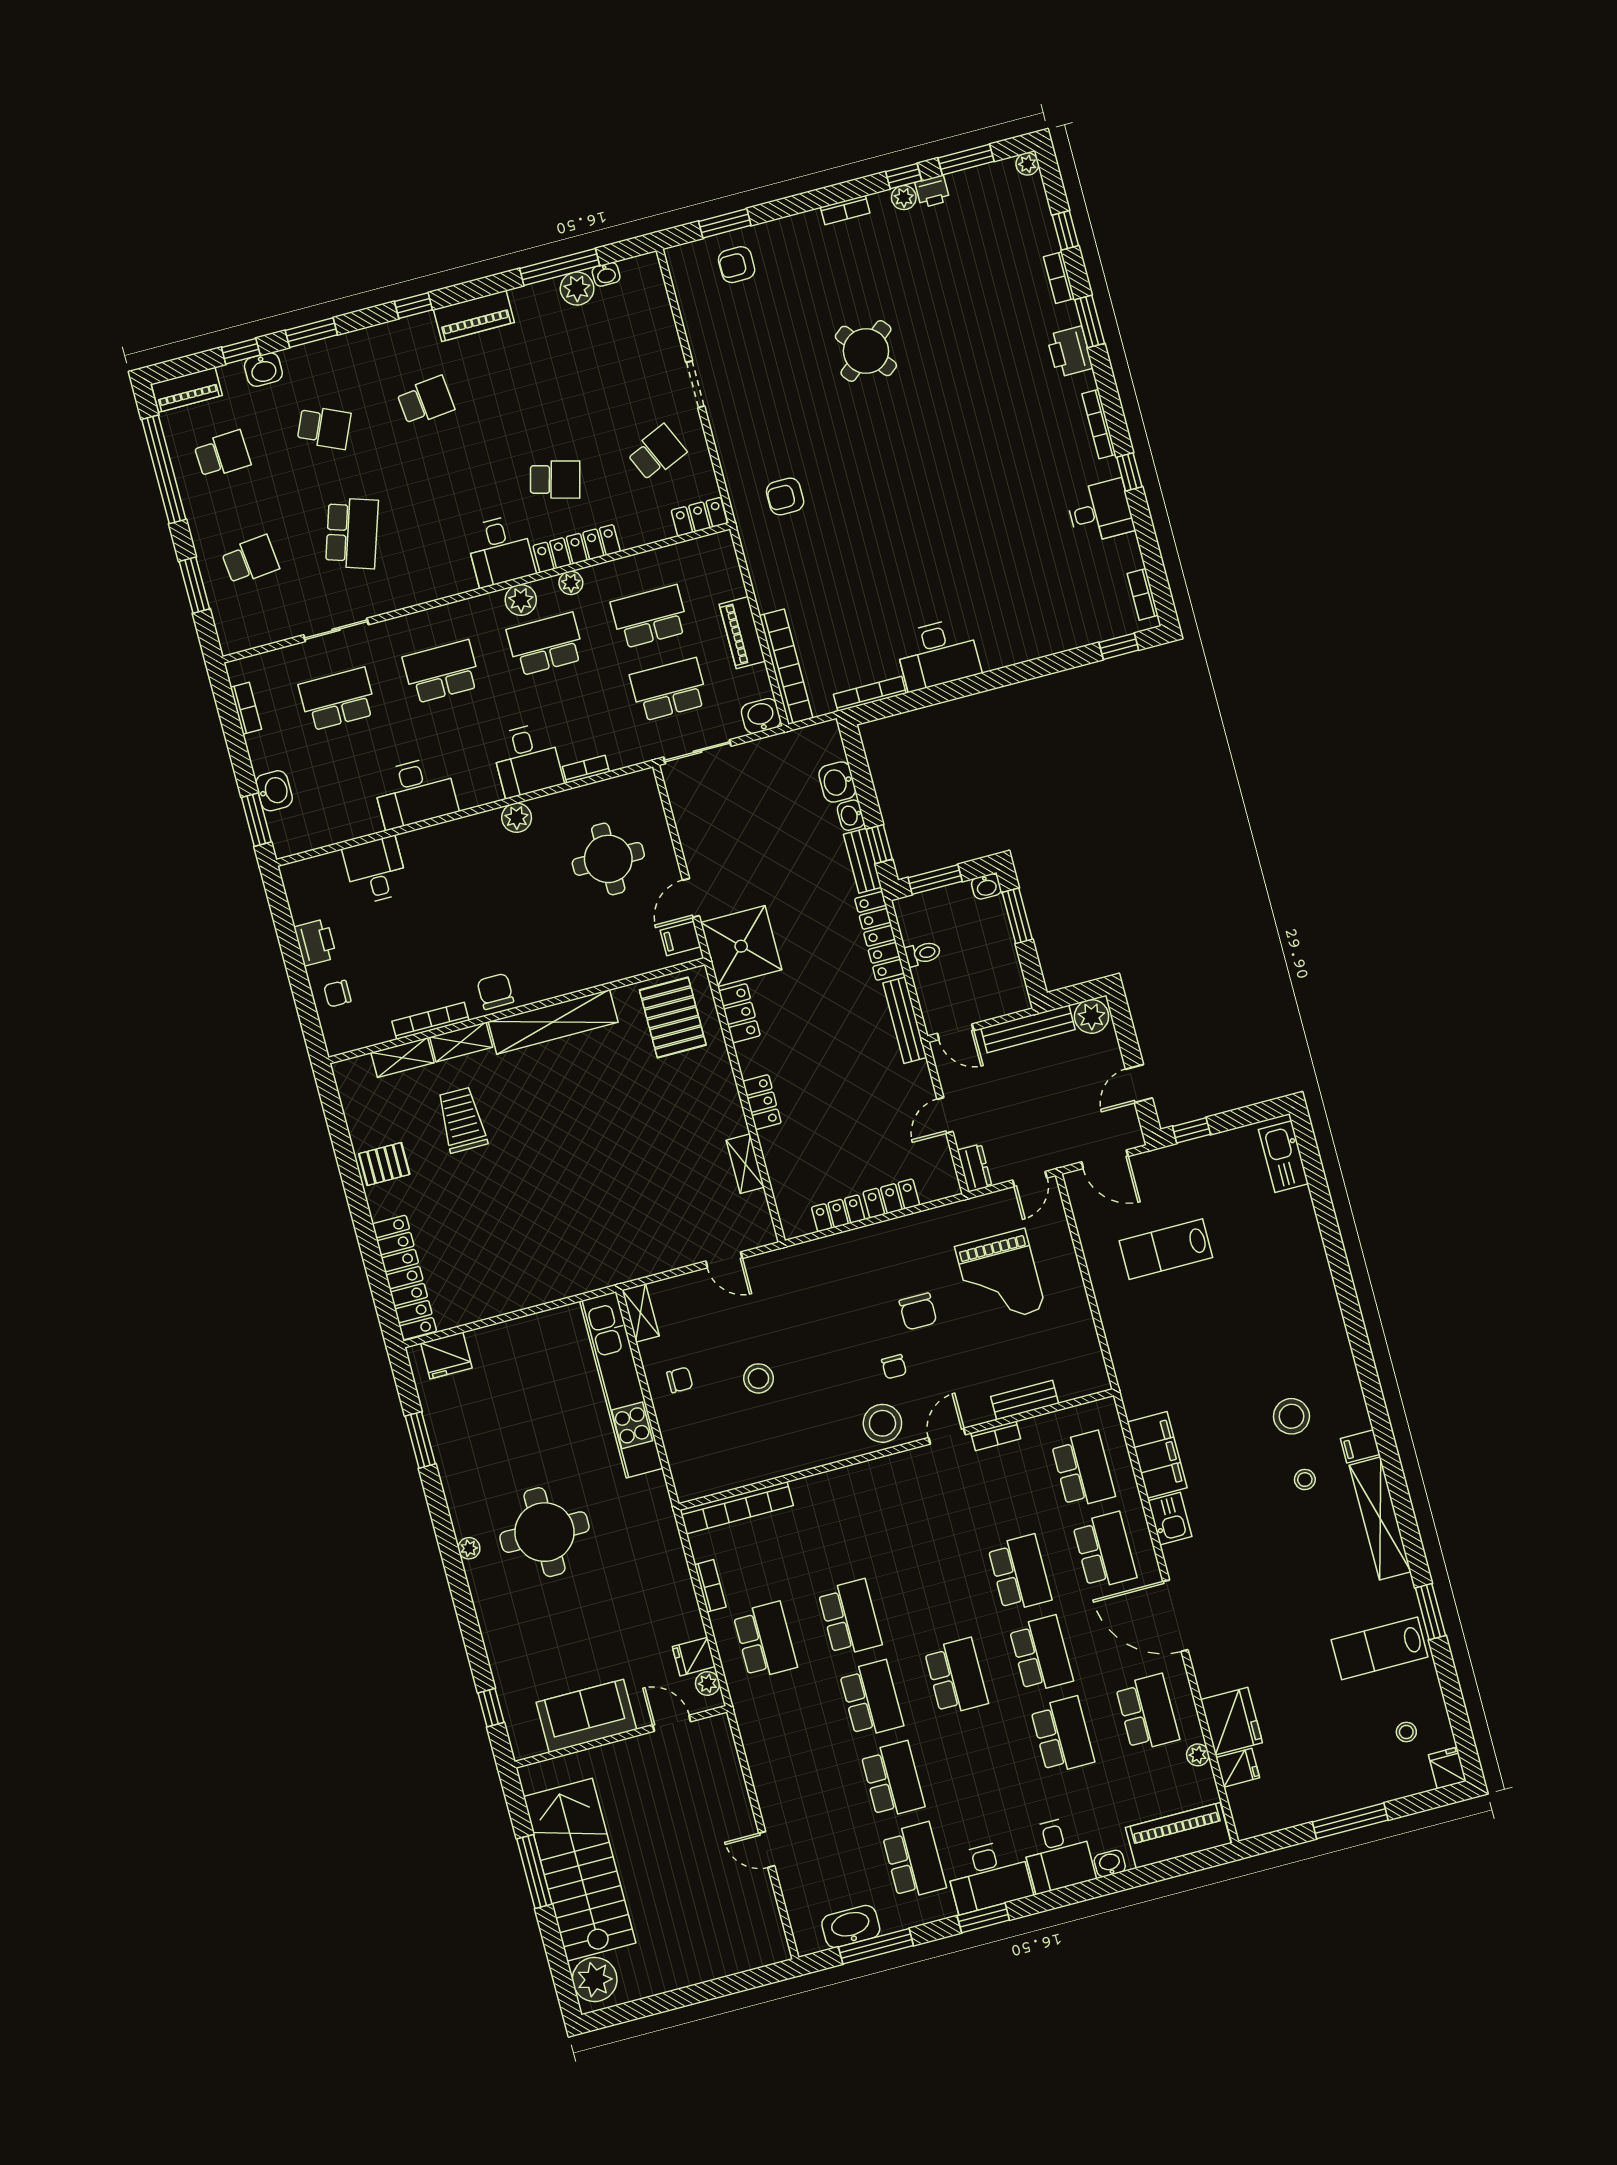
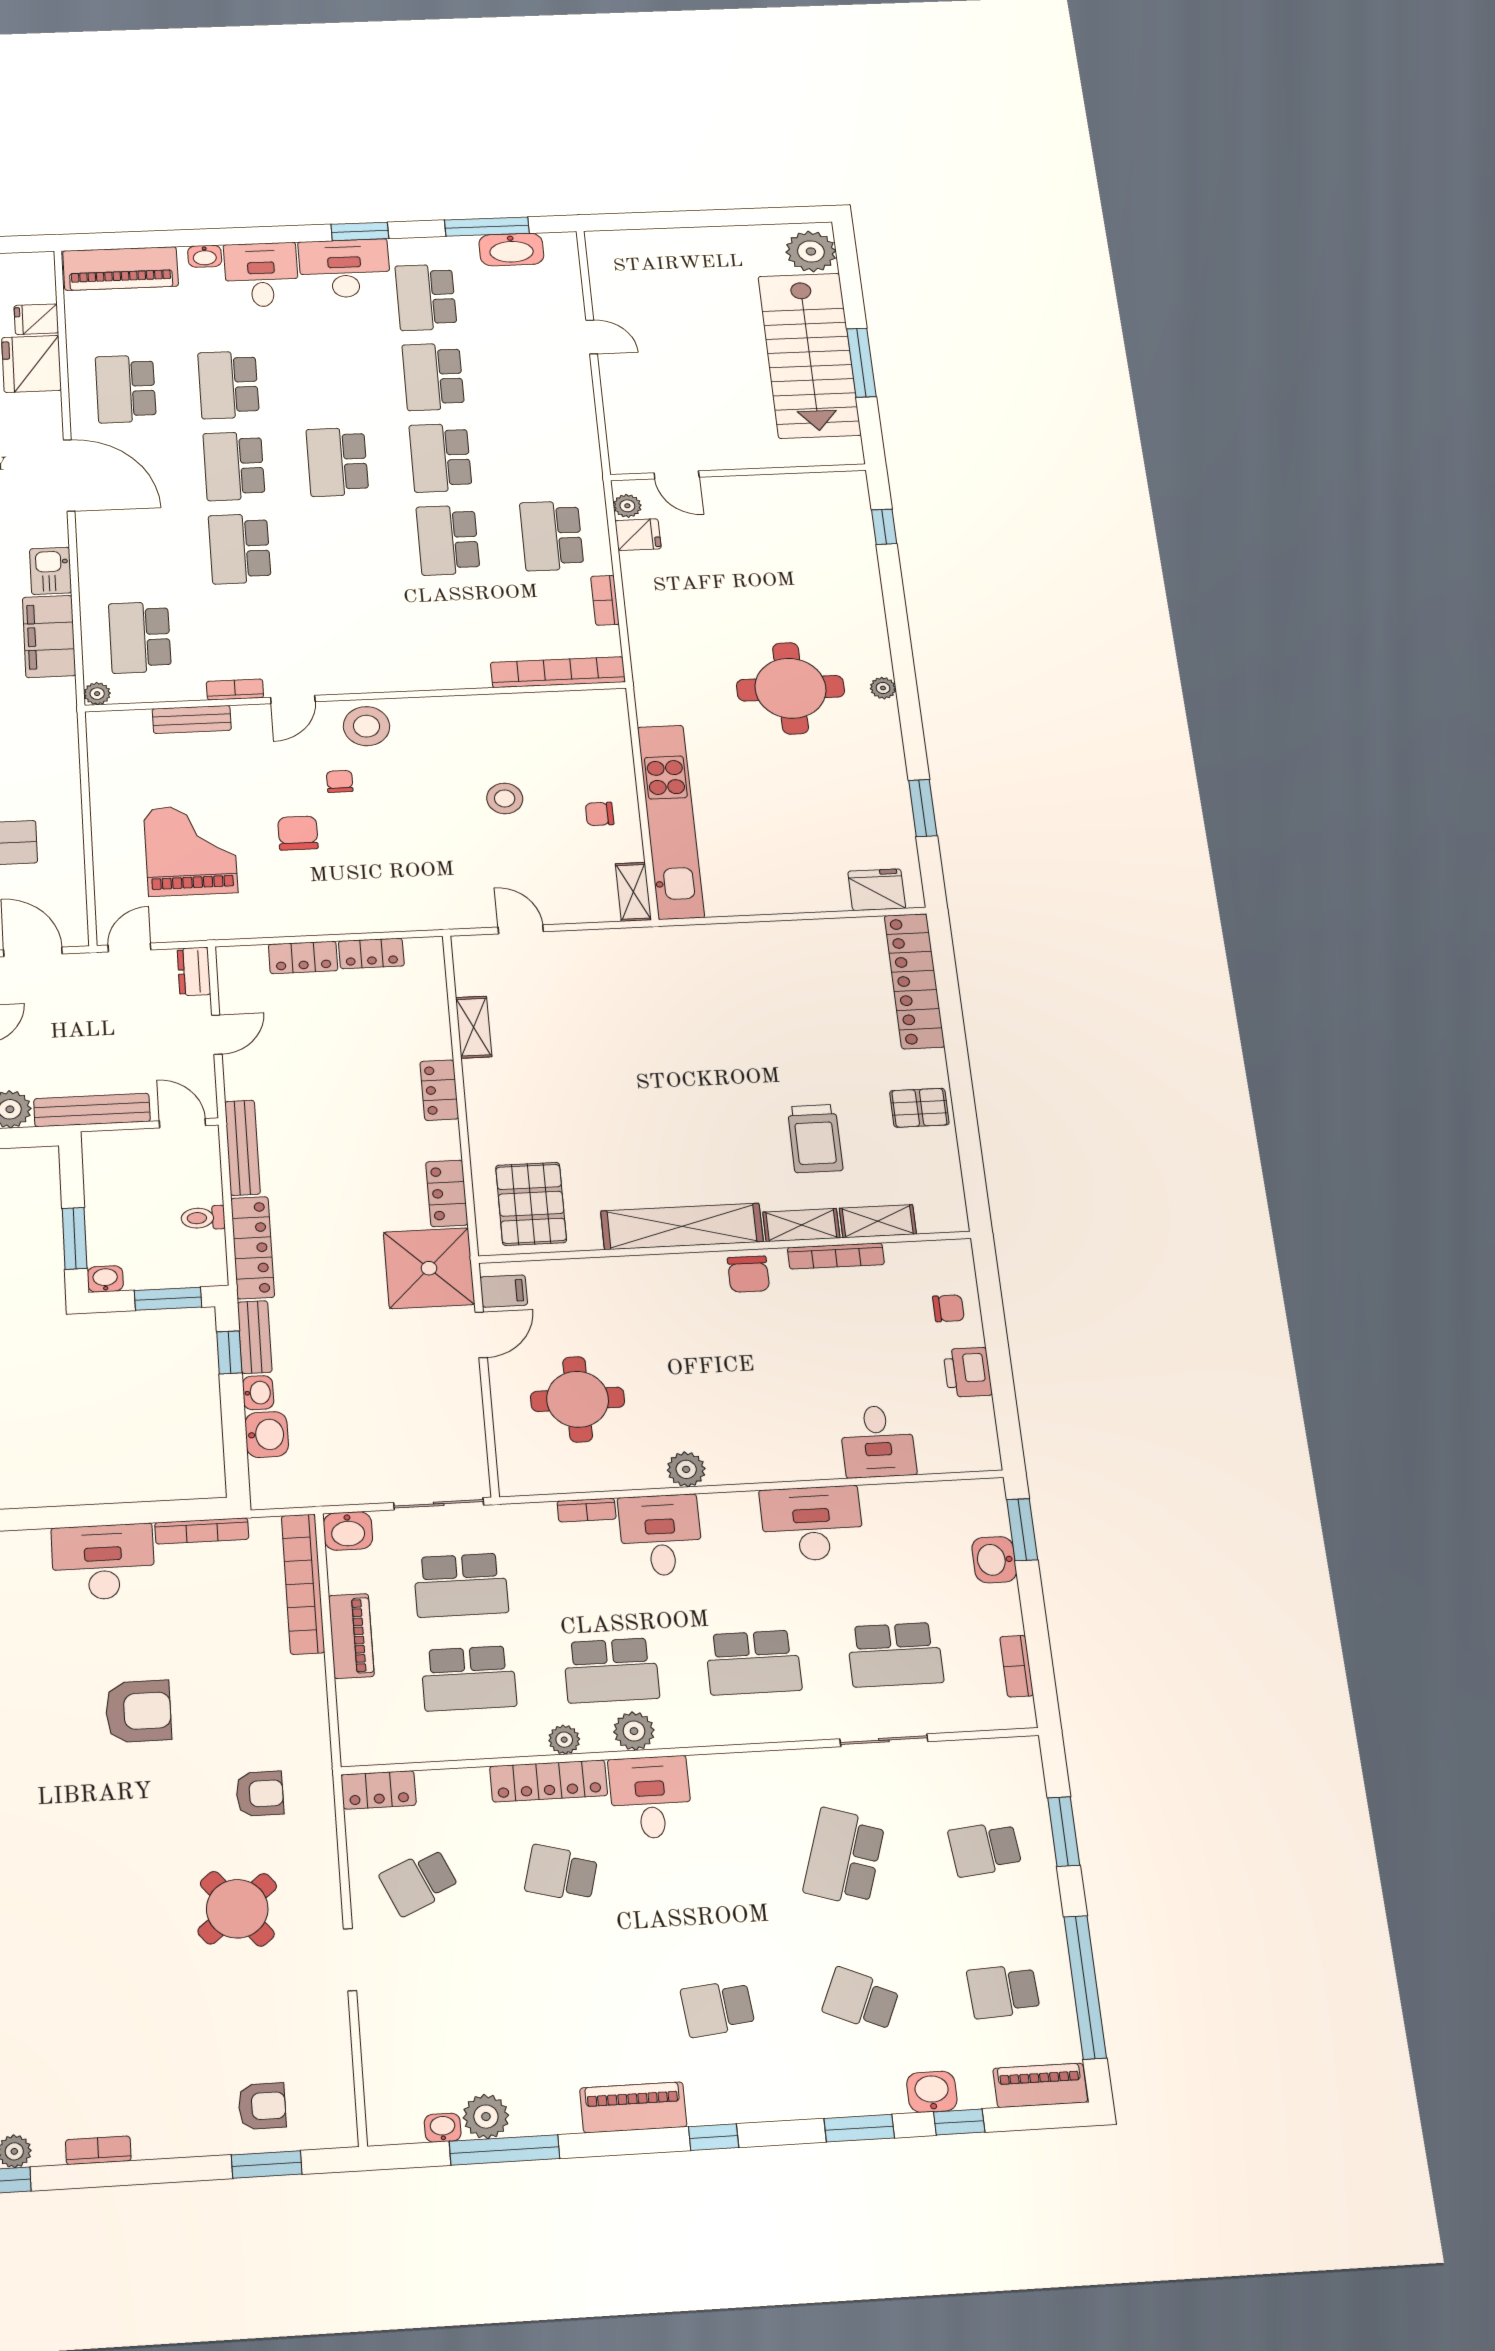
round table: (866, 351) -> (237, 1909), moved
armchair: (887, 542) -> (138, 1711), added
school desk: (1105, 1551) -> (135, 553), removed
sofa: (586, 1716) -> (774, 499), removed
plant: (1198, 1755) -> (97, 694), moved

